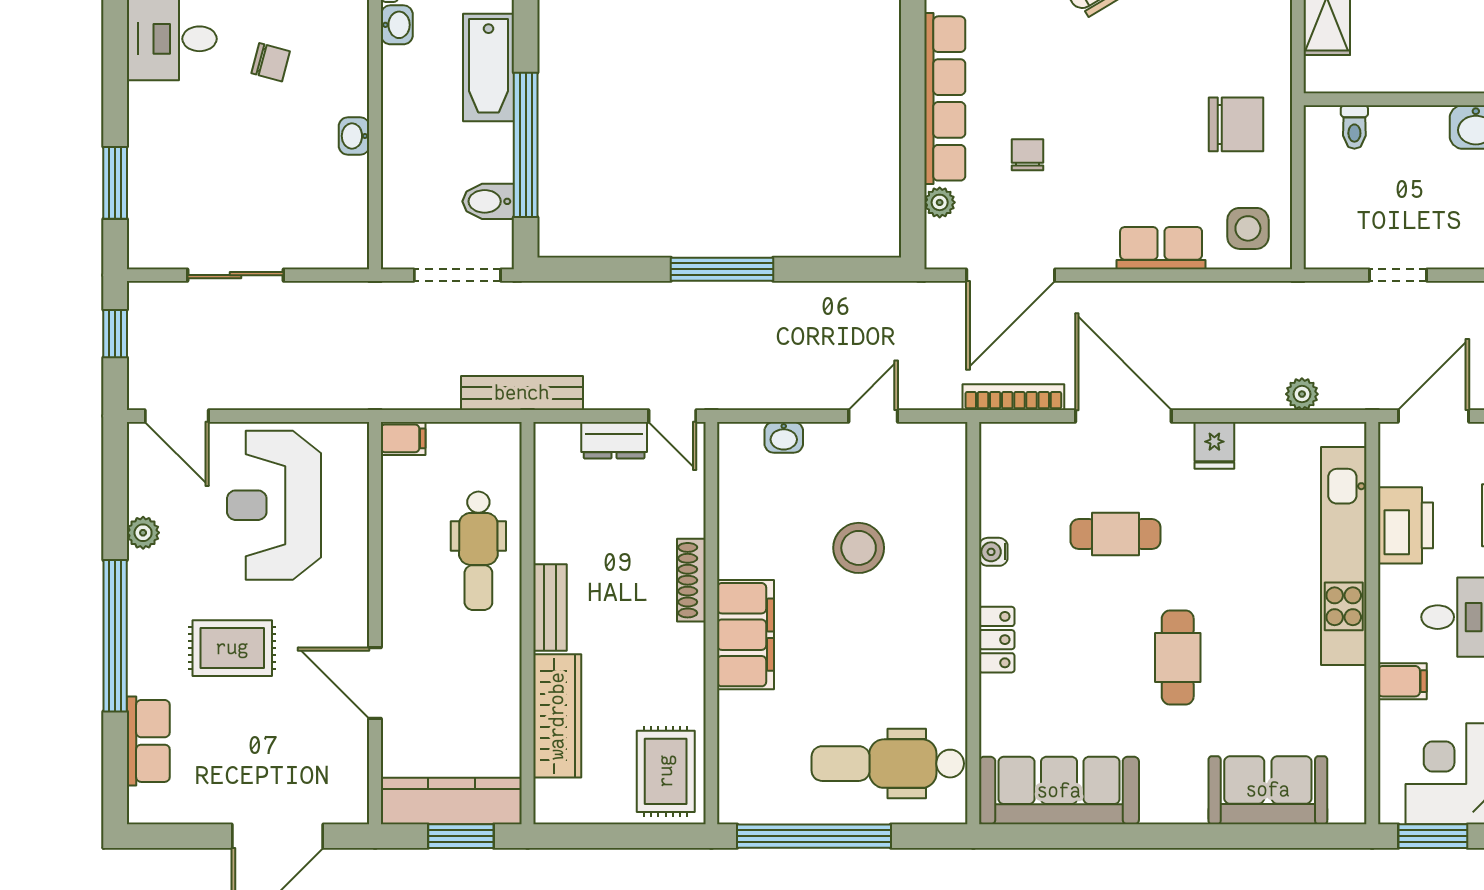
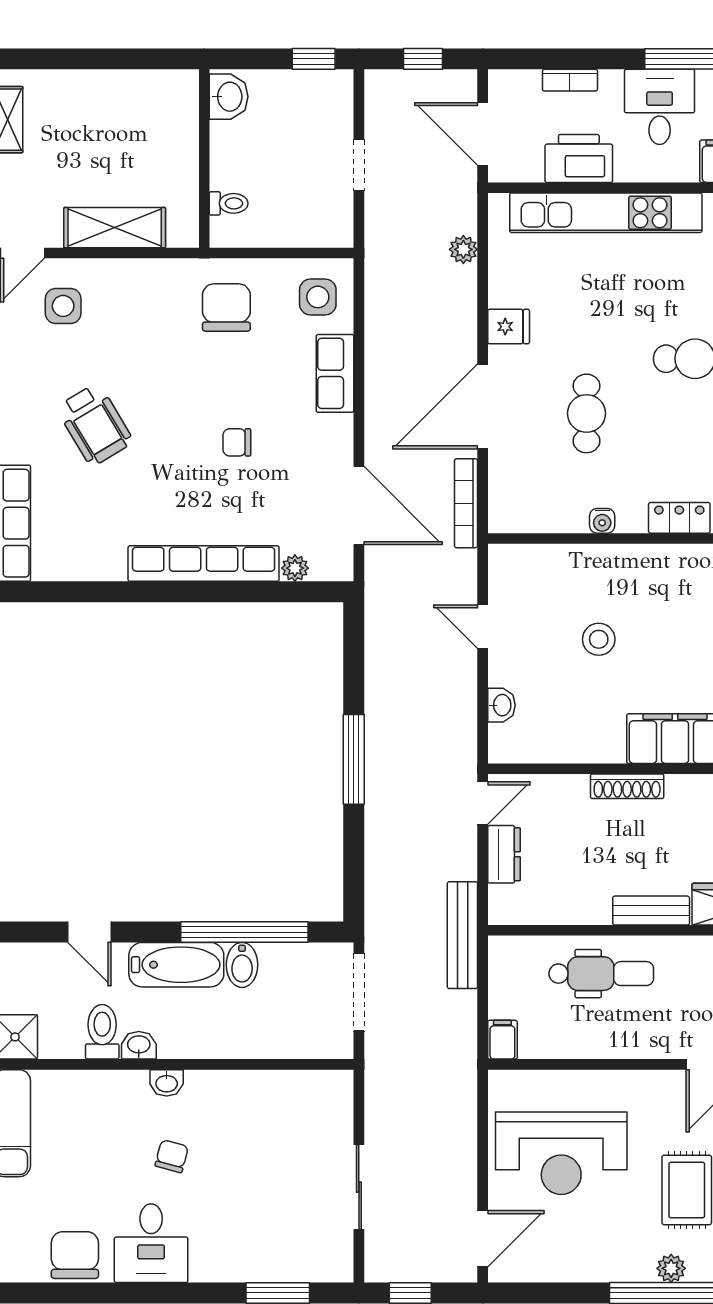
washbasin: (354, 136) -> (167, 1083), moved
chair: (1027, 155) -> (237, 442), moved
bidet: (488, 201) -> (242, 965), moved
plant: (143, 533) -> (671, 1268), moved
stool: (859, 548) -> (599, 639), width x0.73, depth x0.73

